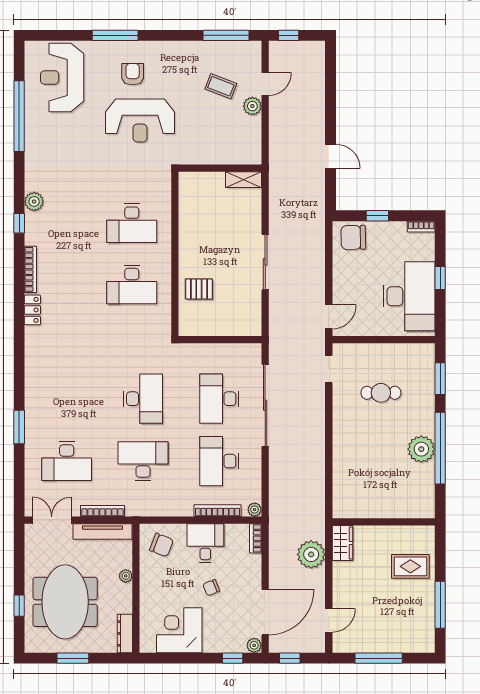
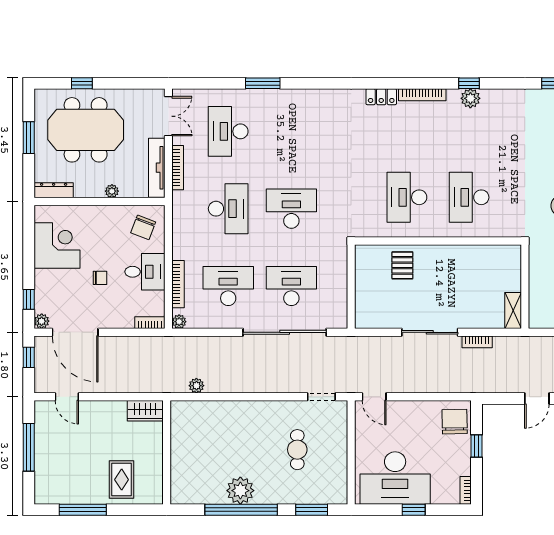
plant: (34, 202) -> (470, 98), moved
bookcase: (275, 215) -> (477, 342), added
desk: (143, 399) -> (291, 209), turned 180
plant: (311, 554) -> (196, 386), moved, width x0.53, depth x0.53
chair: (211, 588) -> (100, 278), turned 112

